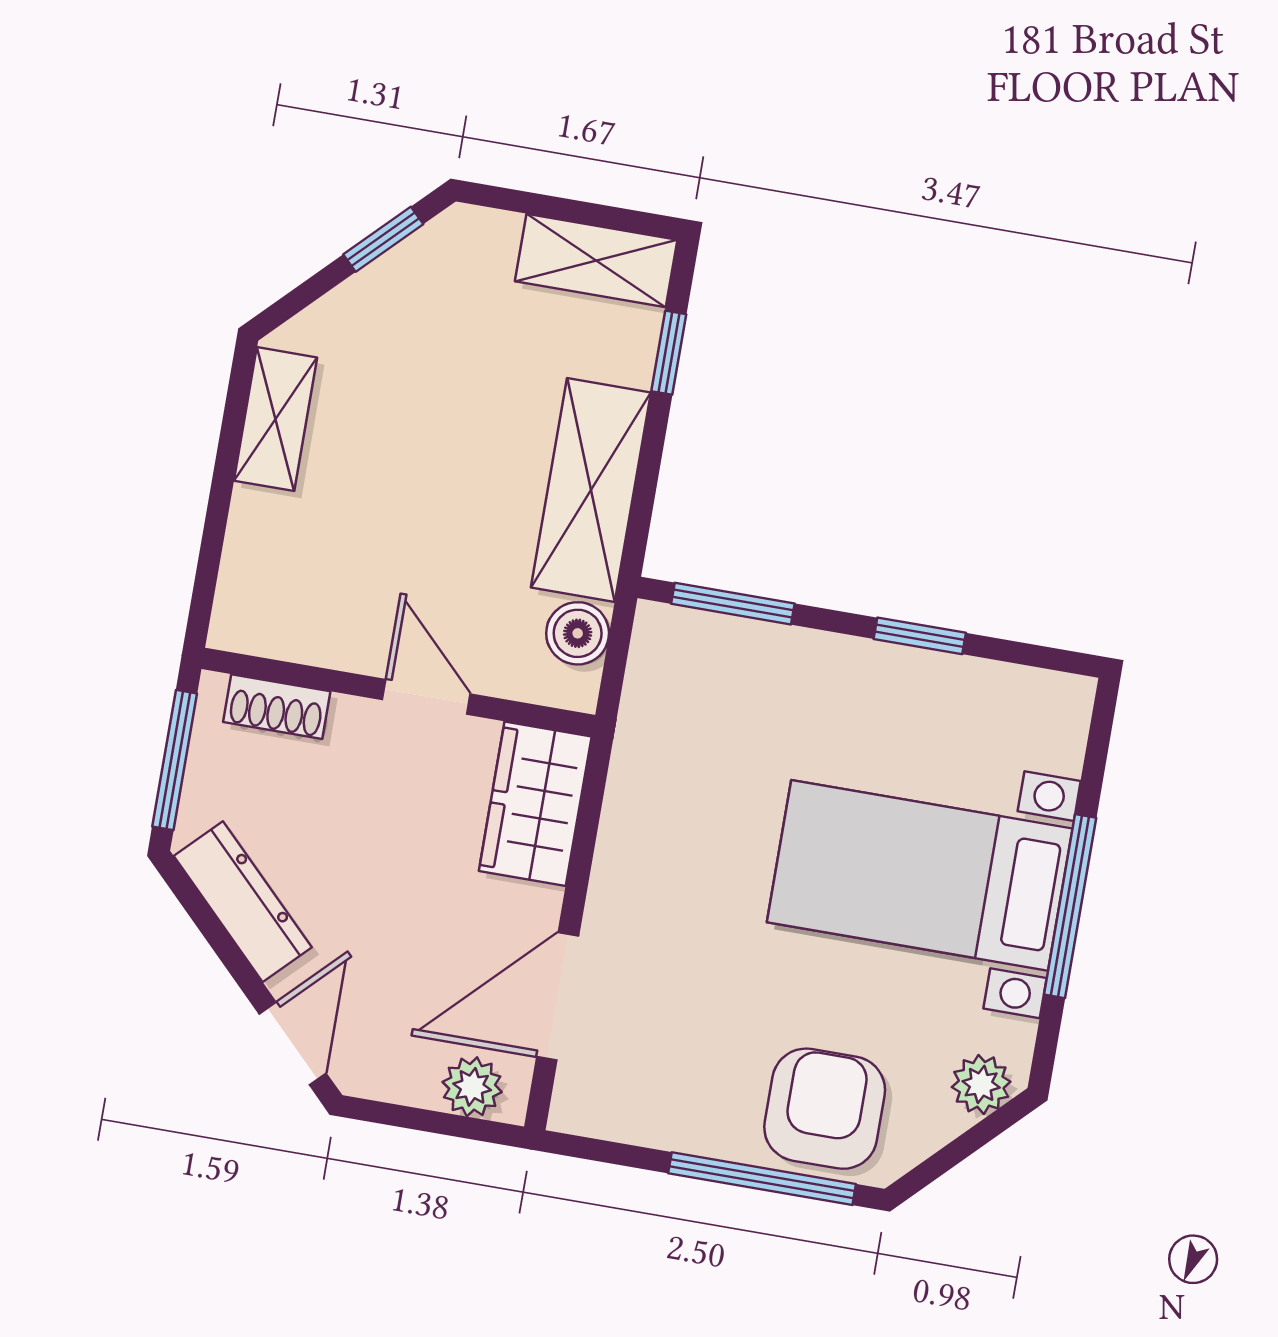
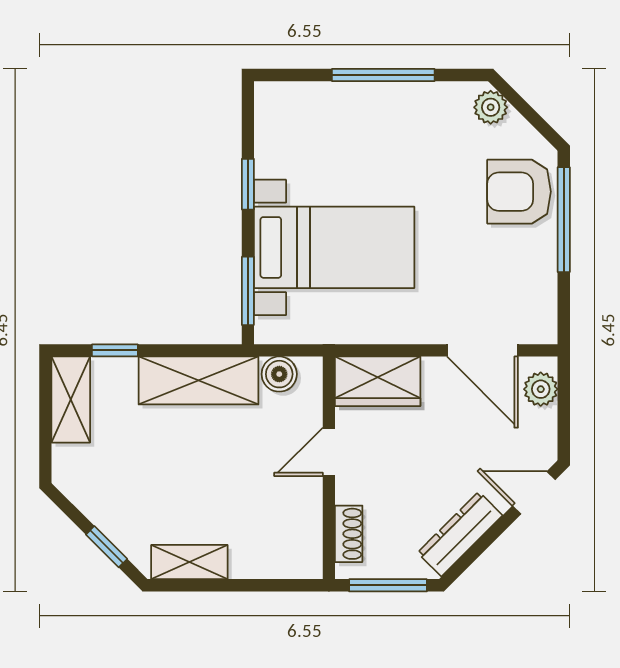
window: (383, 239) -> (107, 547), moved
bed with nightstands: (920, 875) -> (334, 247), moved, turned -90

